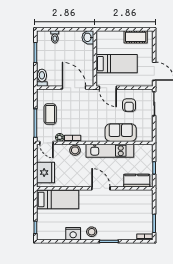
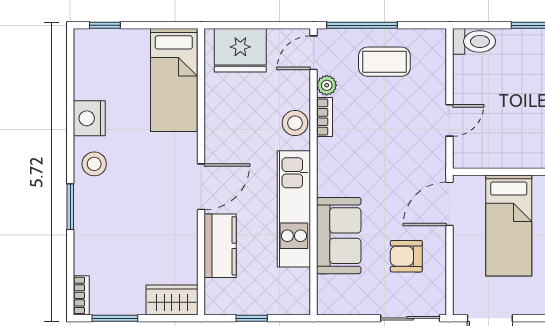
door: (74, 88) -> (449, 120), width x0.53
kitchen counter: (137, 181) -> (220, 246), moved
wardrobe: (147, 200) -> (172, 300), added

